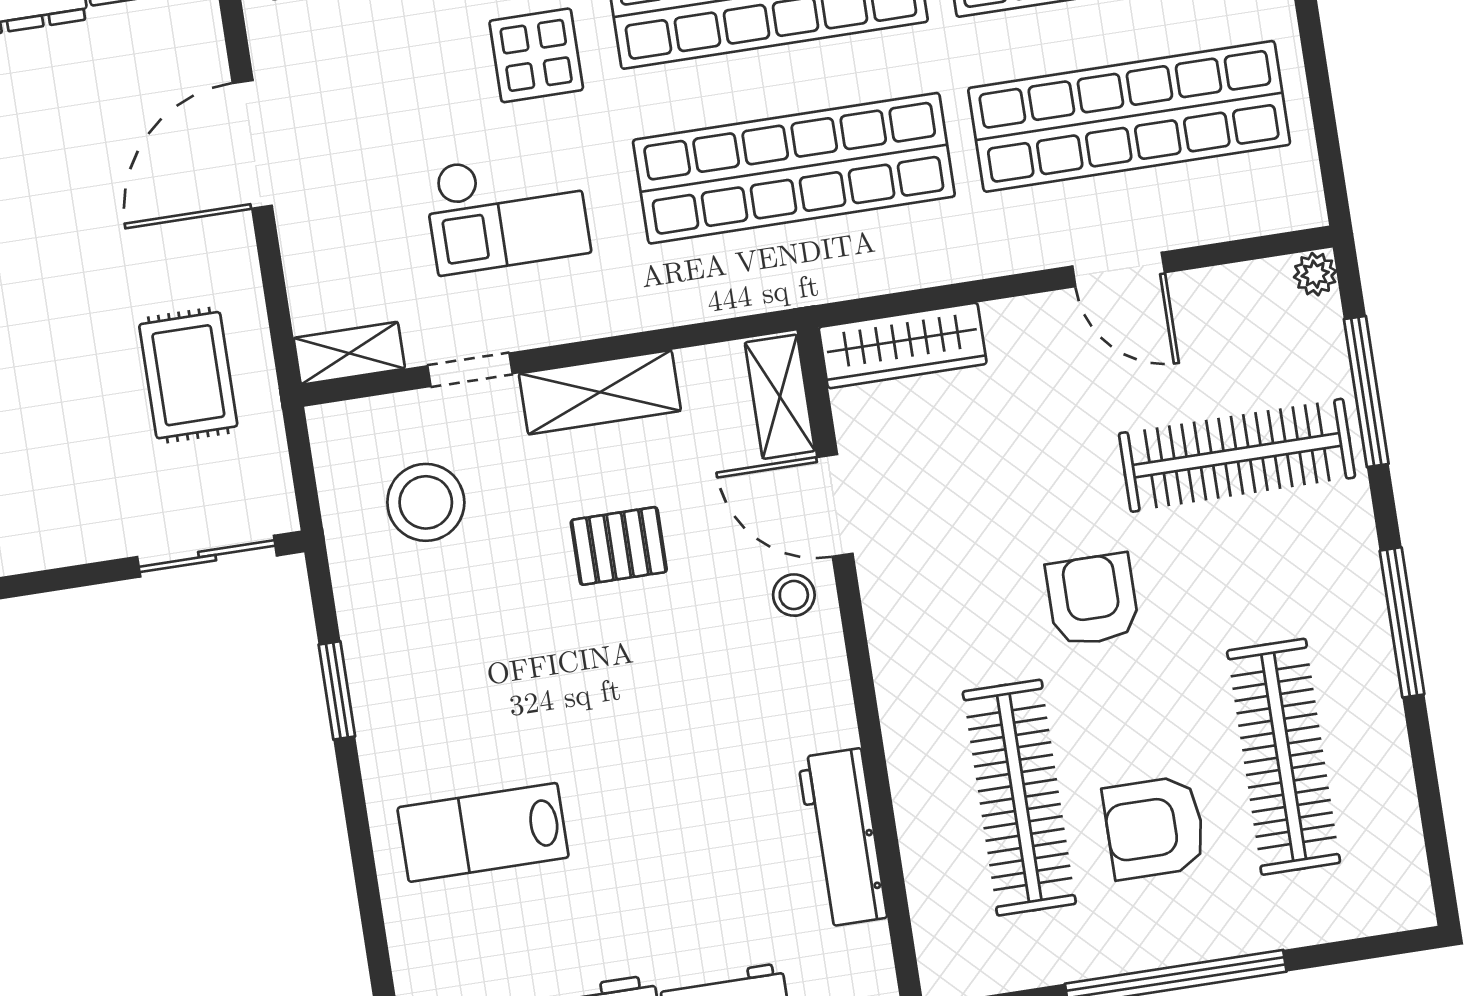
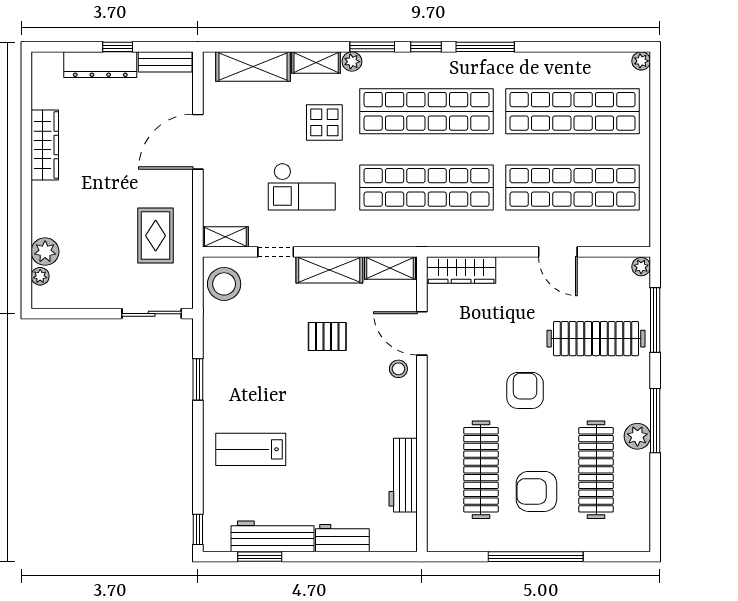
shelving: (780, 397) -> (390, 268), moved, turned 90
stool: (426, 502) -> (224, 284), moved
plant: (1367, 665) -> (637, 436), added

